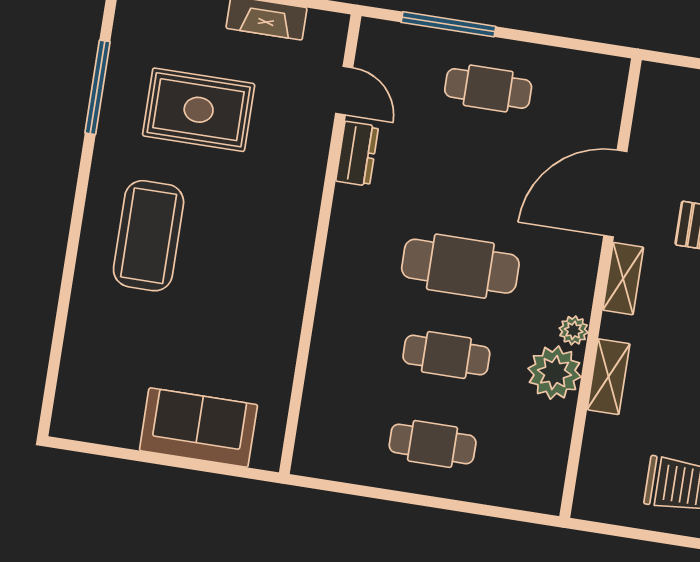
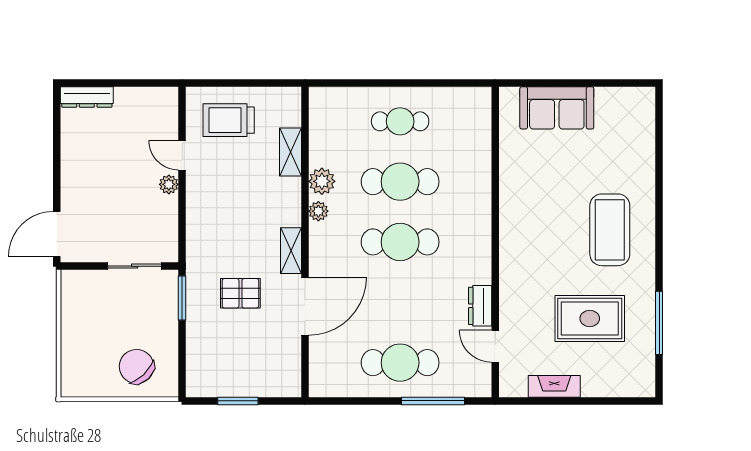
cafe table: (488, 88) -> (400, 363), width x1.37, depth x1.35
cafe table: (446, 355) -> (400, 182), width x1.37, depth x1.35
plant: (554, 373) -> (322, 181), width x0.73, depth x0.73
shelving: (608, 377) -> (290, 152), moved

